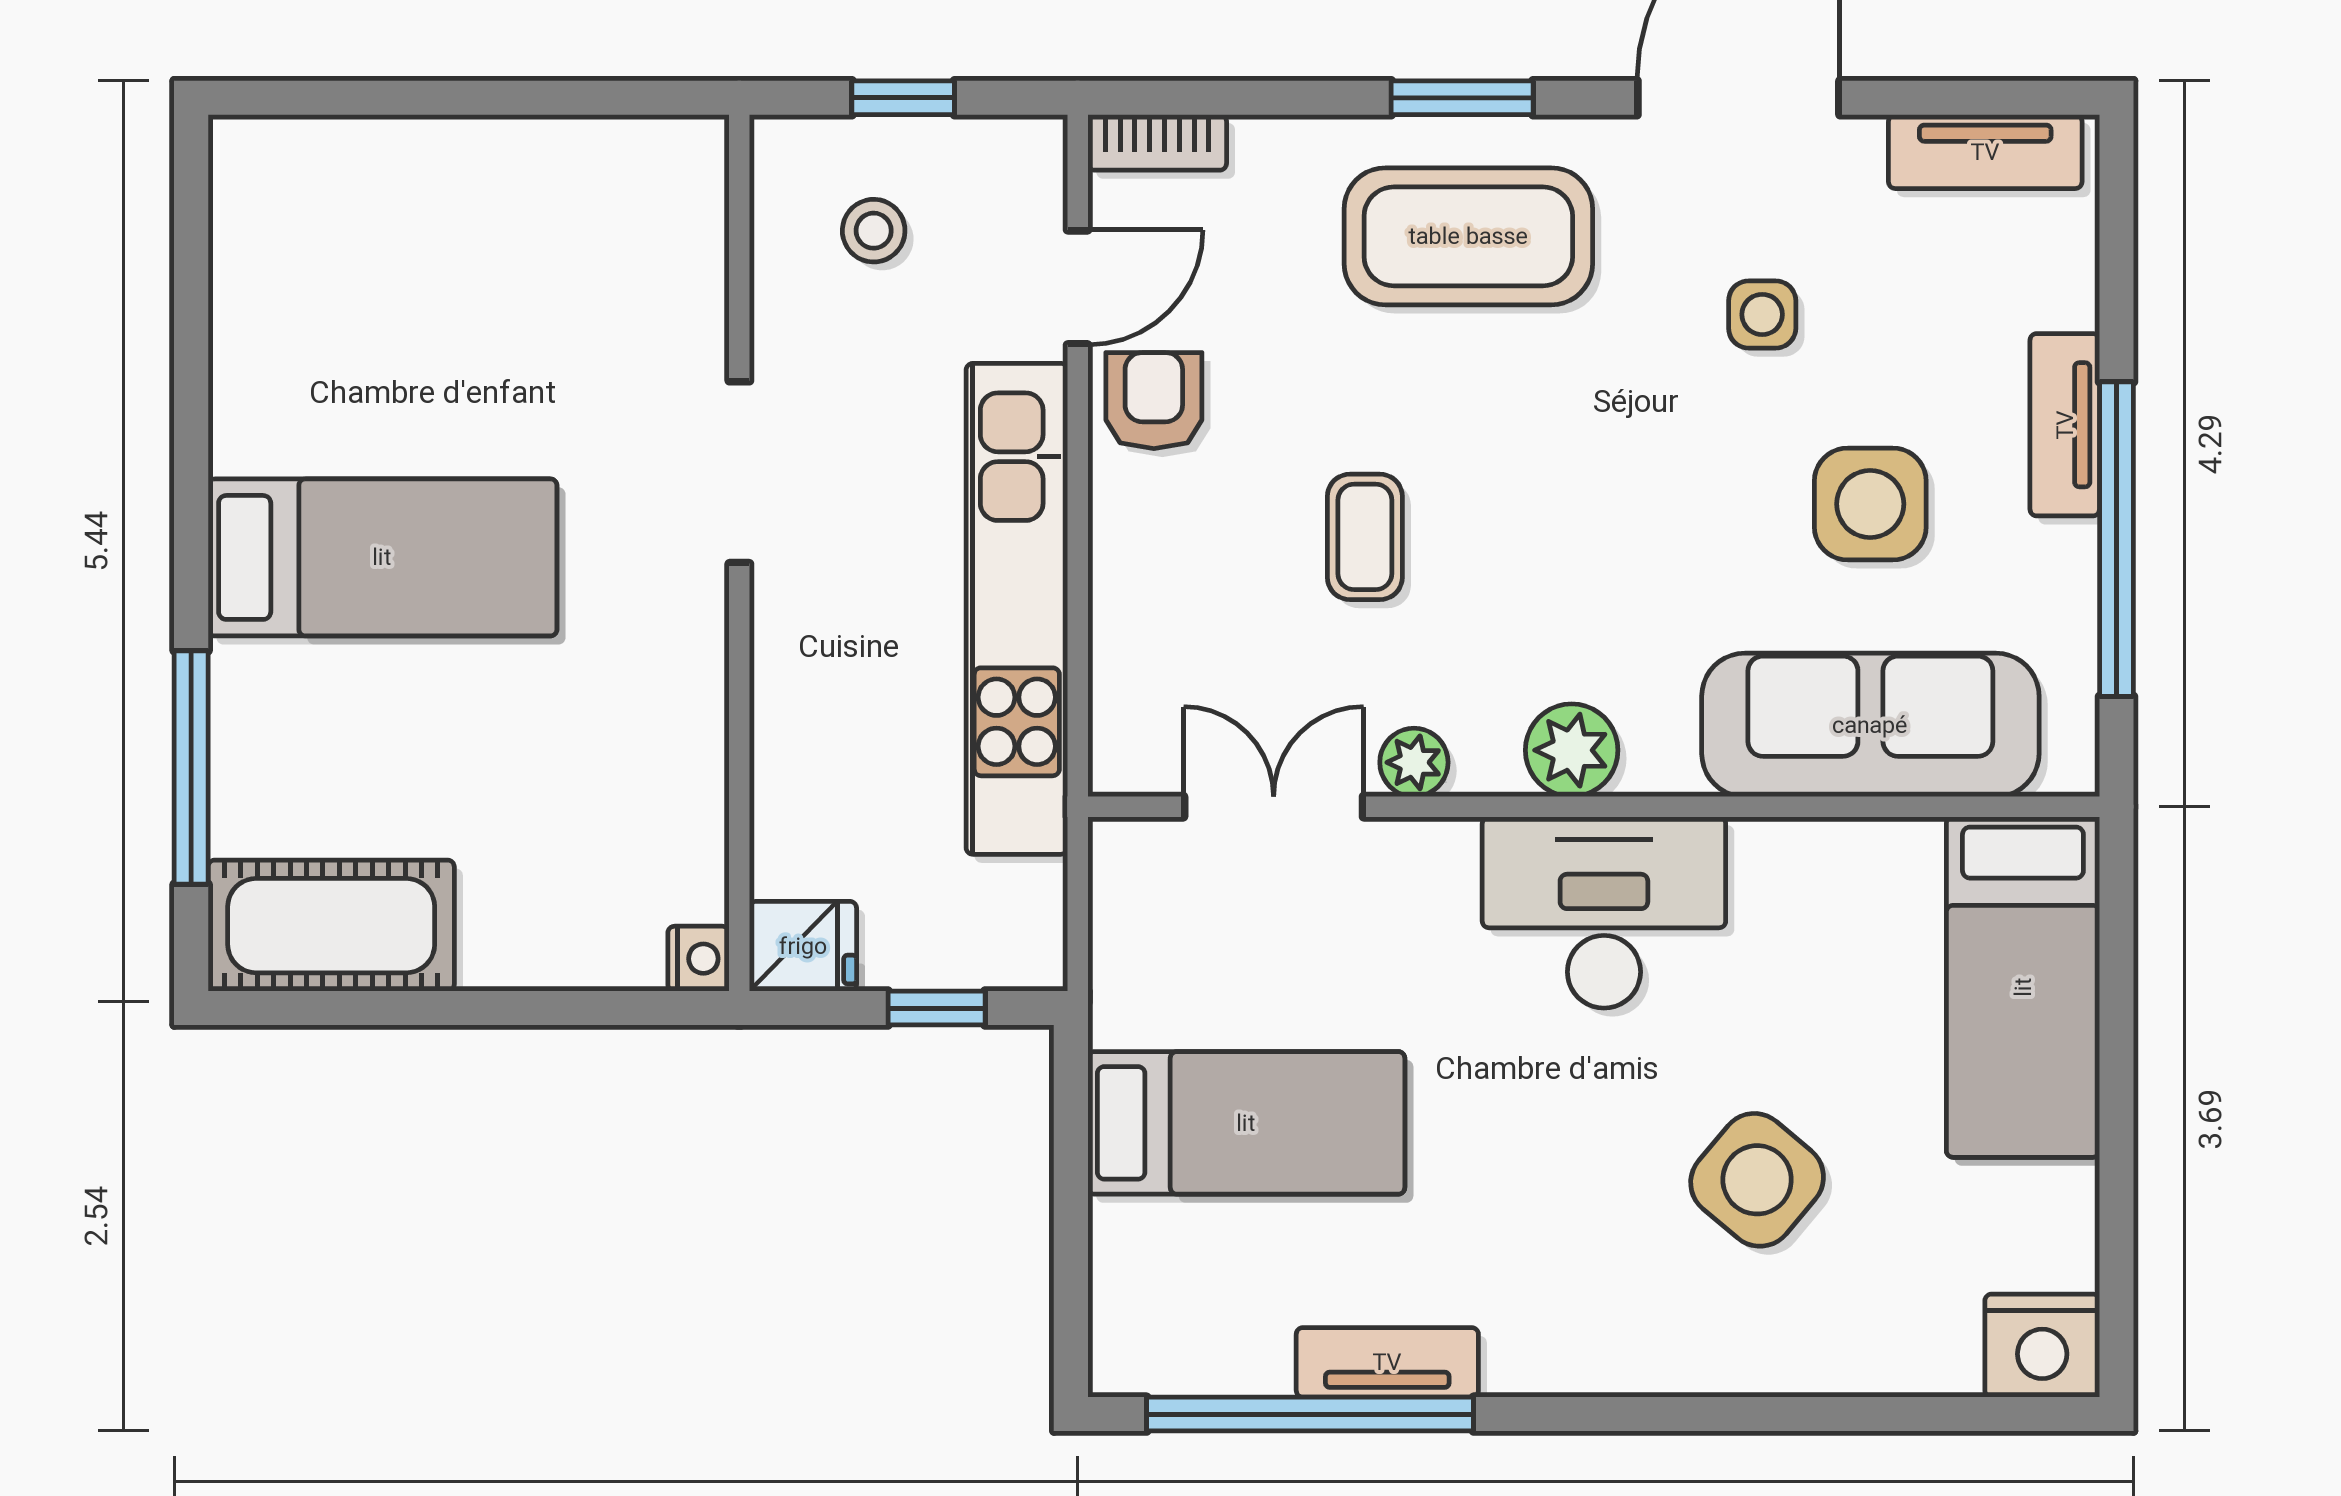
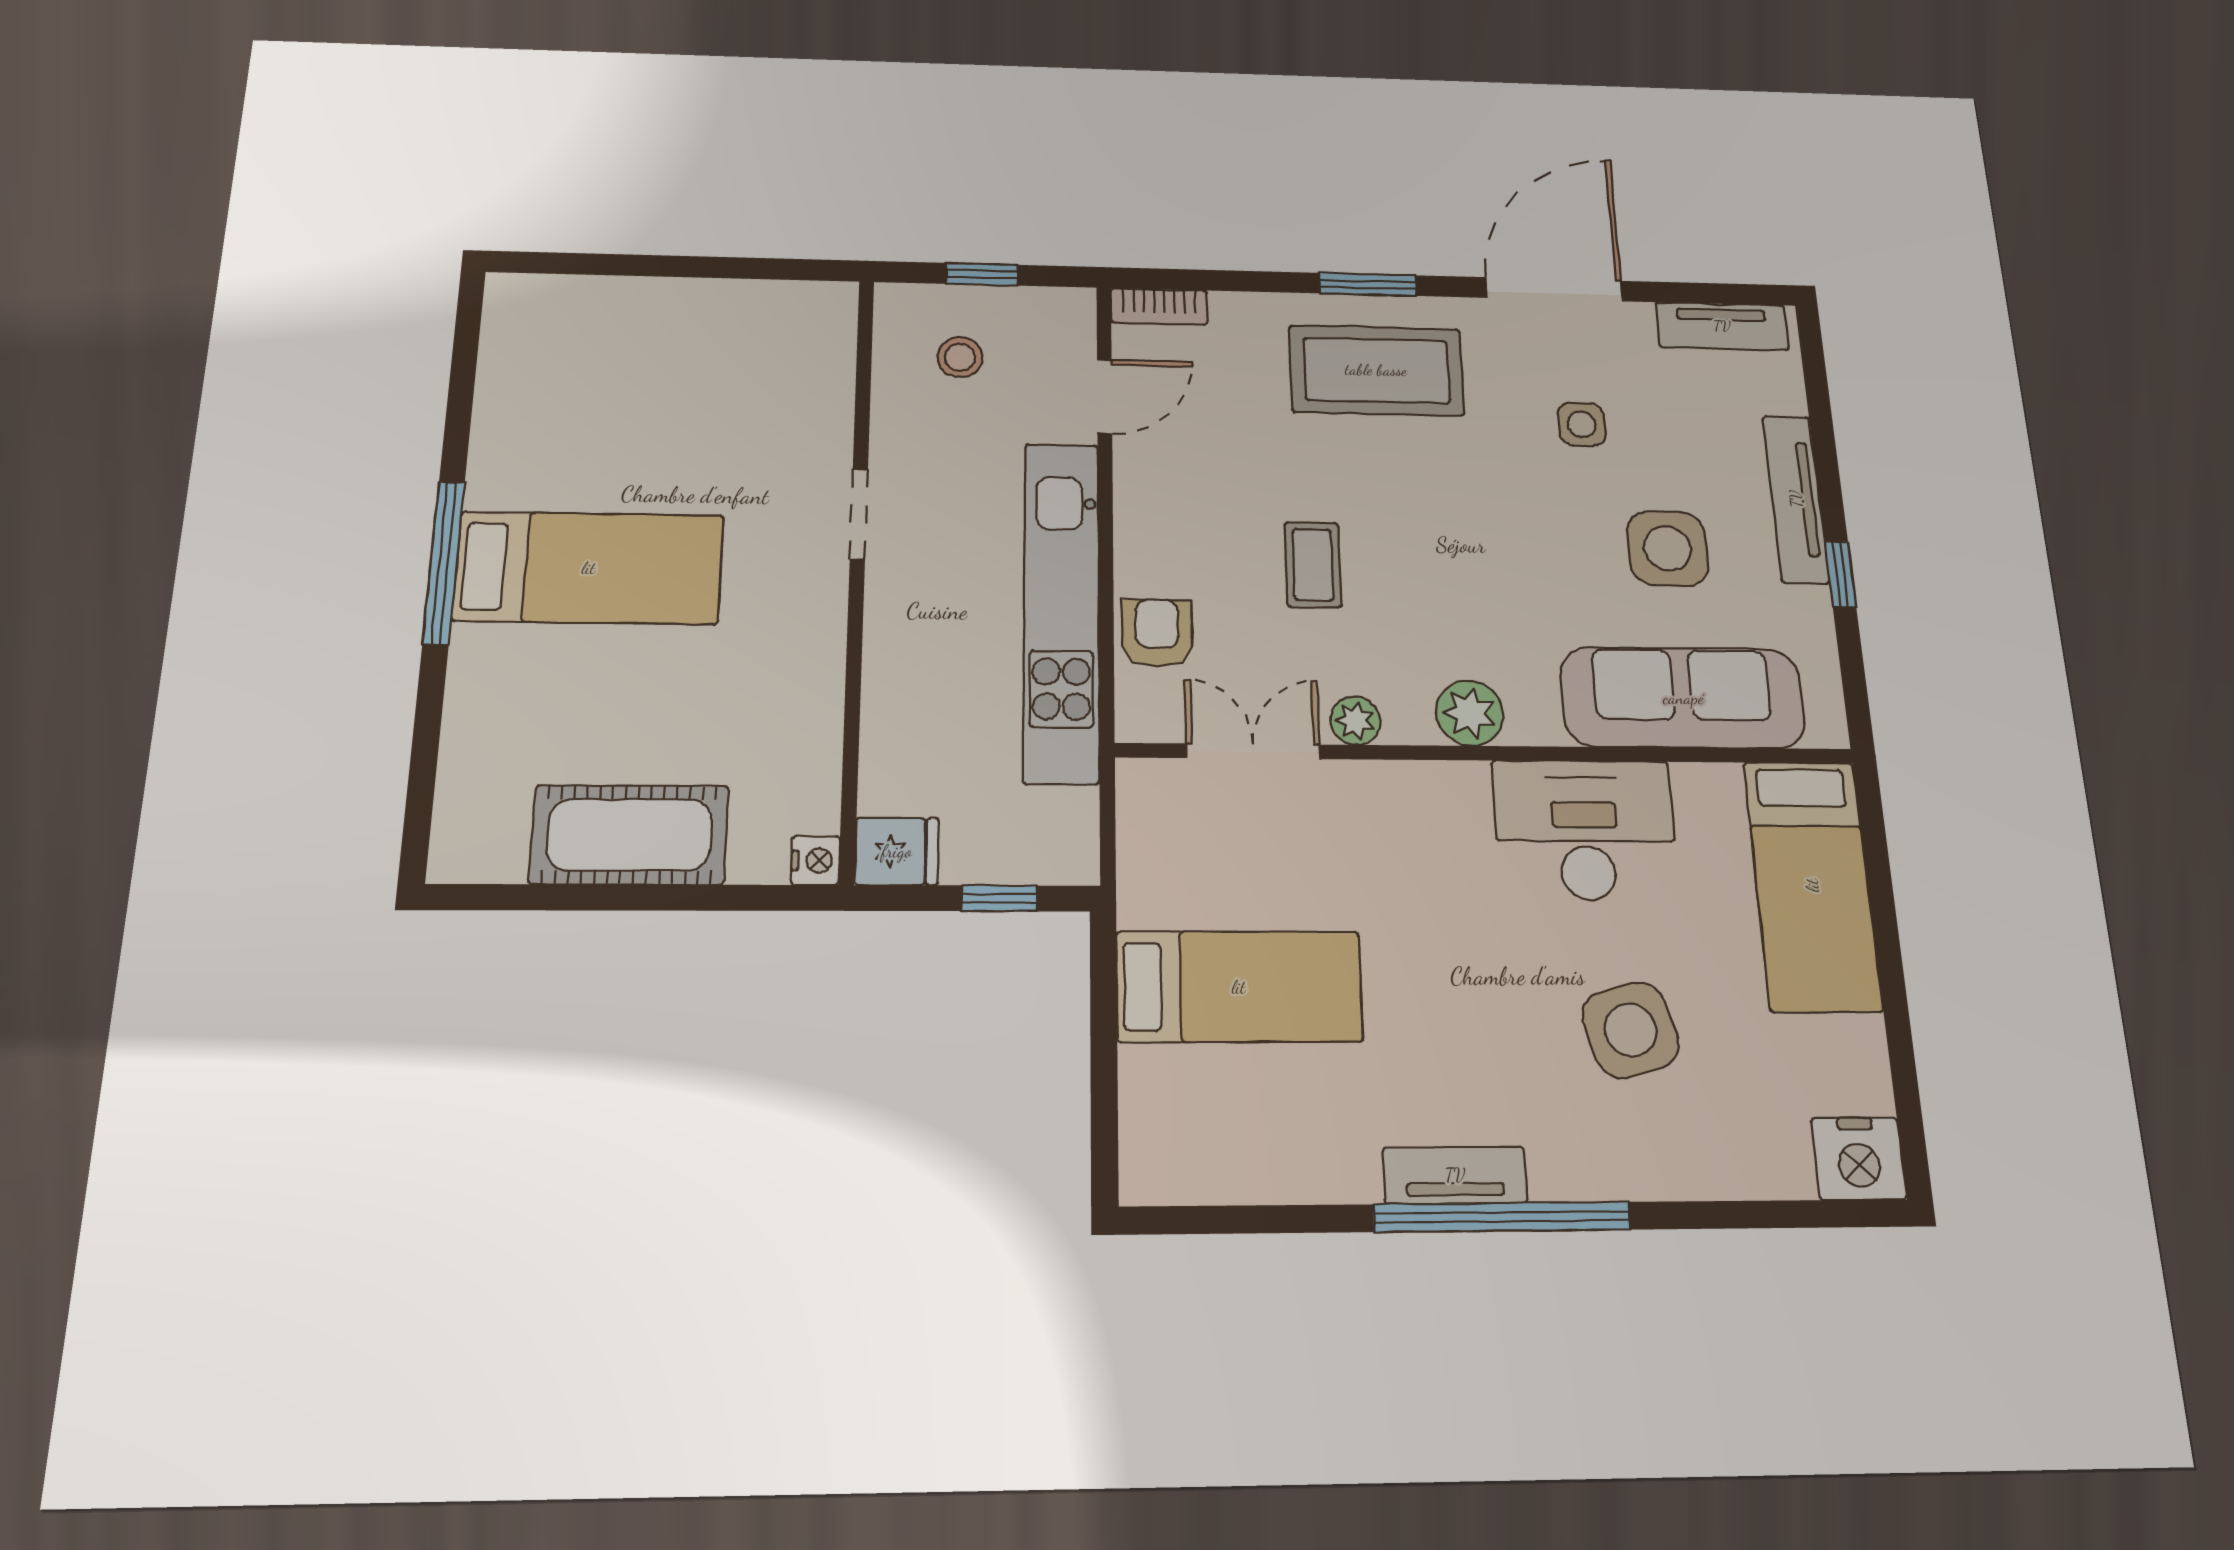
armchair: (1154, 401) -> (1157, 633), moved
tv unit: (2065, 425) -> (1796, 499), width x1.41
doorway: (739, 472) -> (859, 514), width x0.73
window: (2116, 539) -> (1840, 574), width x0.32
window: (191, 768) -> (444, 562), moved
desk: (1604, 912) -> (1585, 830), moved
cot: (331, 926) -> (630, 835), moved
side table: (1757, 1180) -> (1631, 1030), turned 34
tv unit: (1387, 1362) -> (1455, 1175), moved
window: (1310, 1414) -> (1502, 1217), moved

